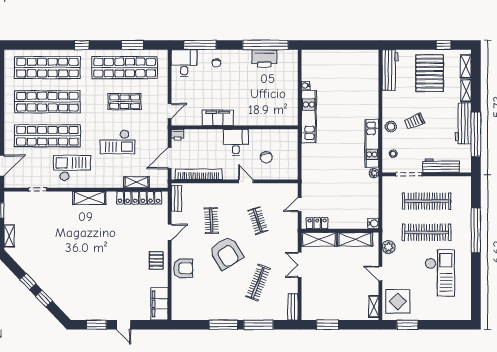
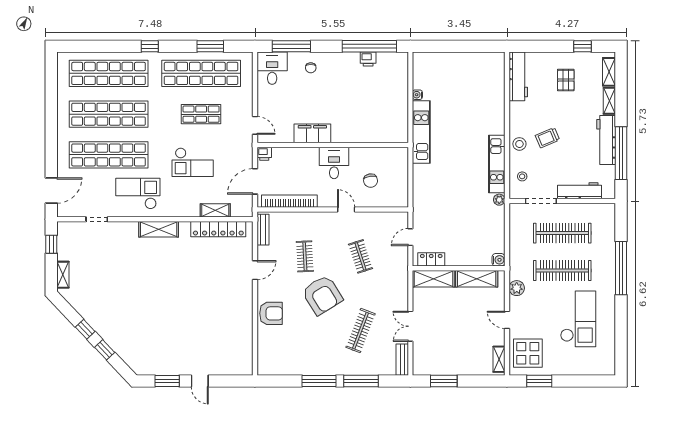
printer: (264, 58) -> (368, 59), width x0.53, depth x0.68
pallet: (430, 73) -> (566, 80), width x0.49, depth x0.50
door: (170, 111) -> (255, 125), hinge flipped
pallet: (156, 260) -> (239, 304), removed
double door: (300, 265) -> (410, 326), moved
filing cabinet: (159, 304) -> (243, 356), removed

